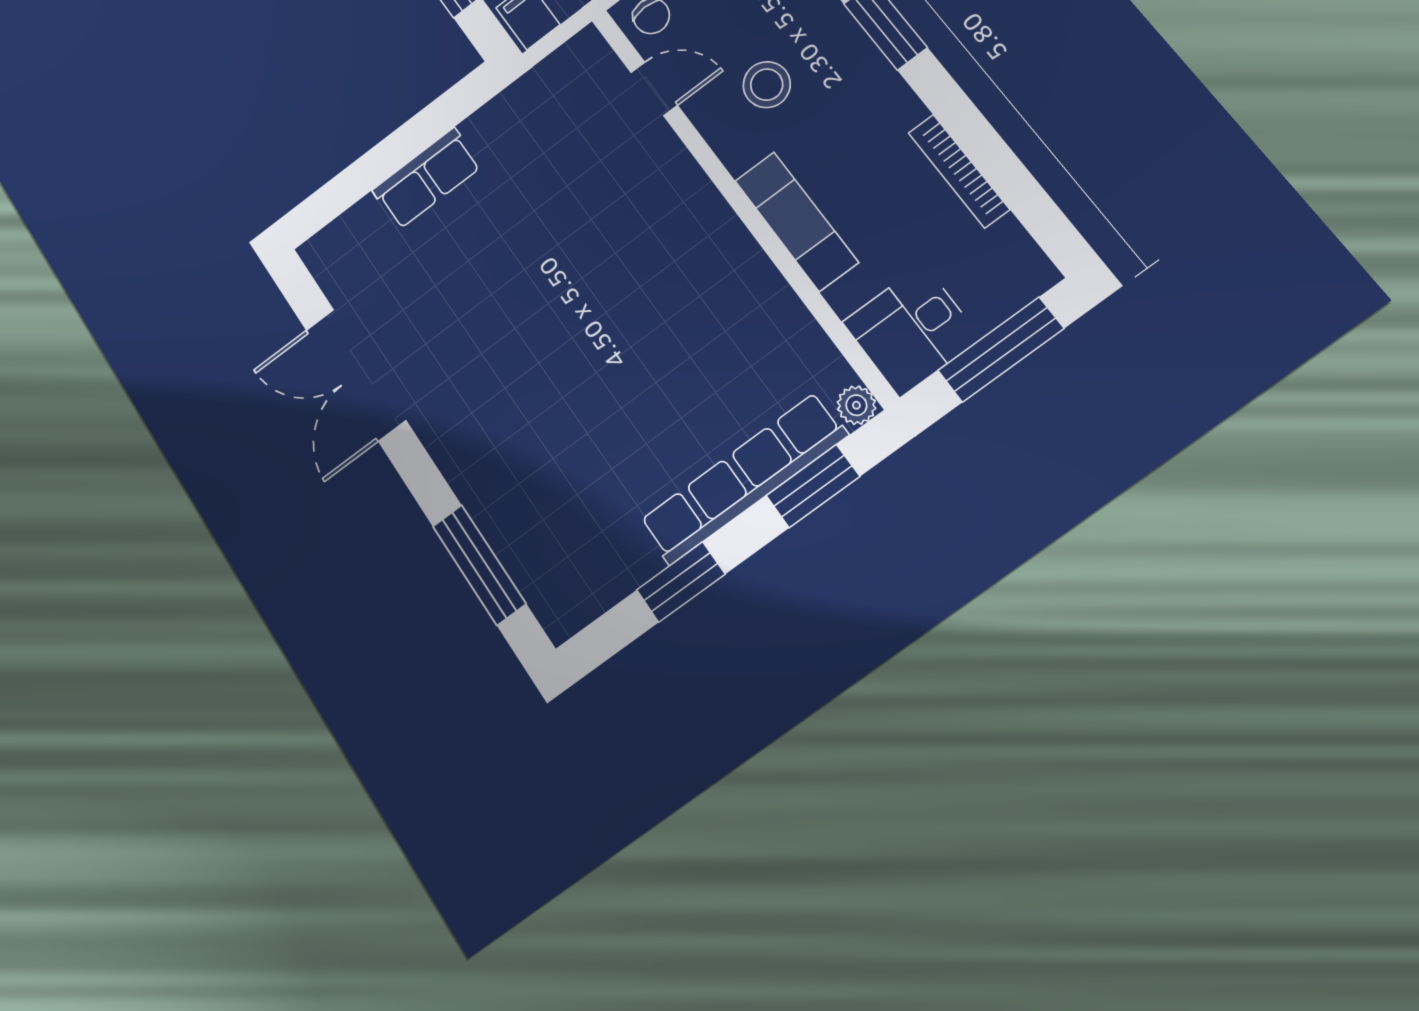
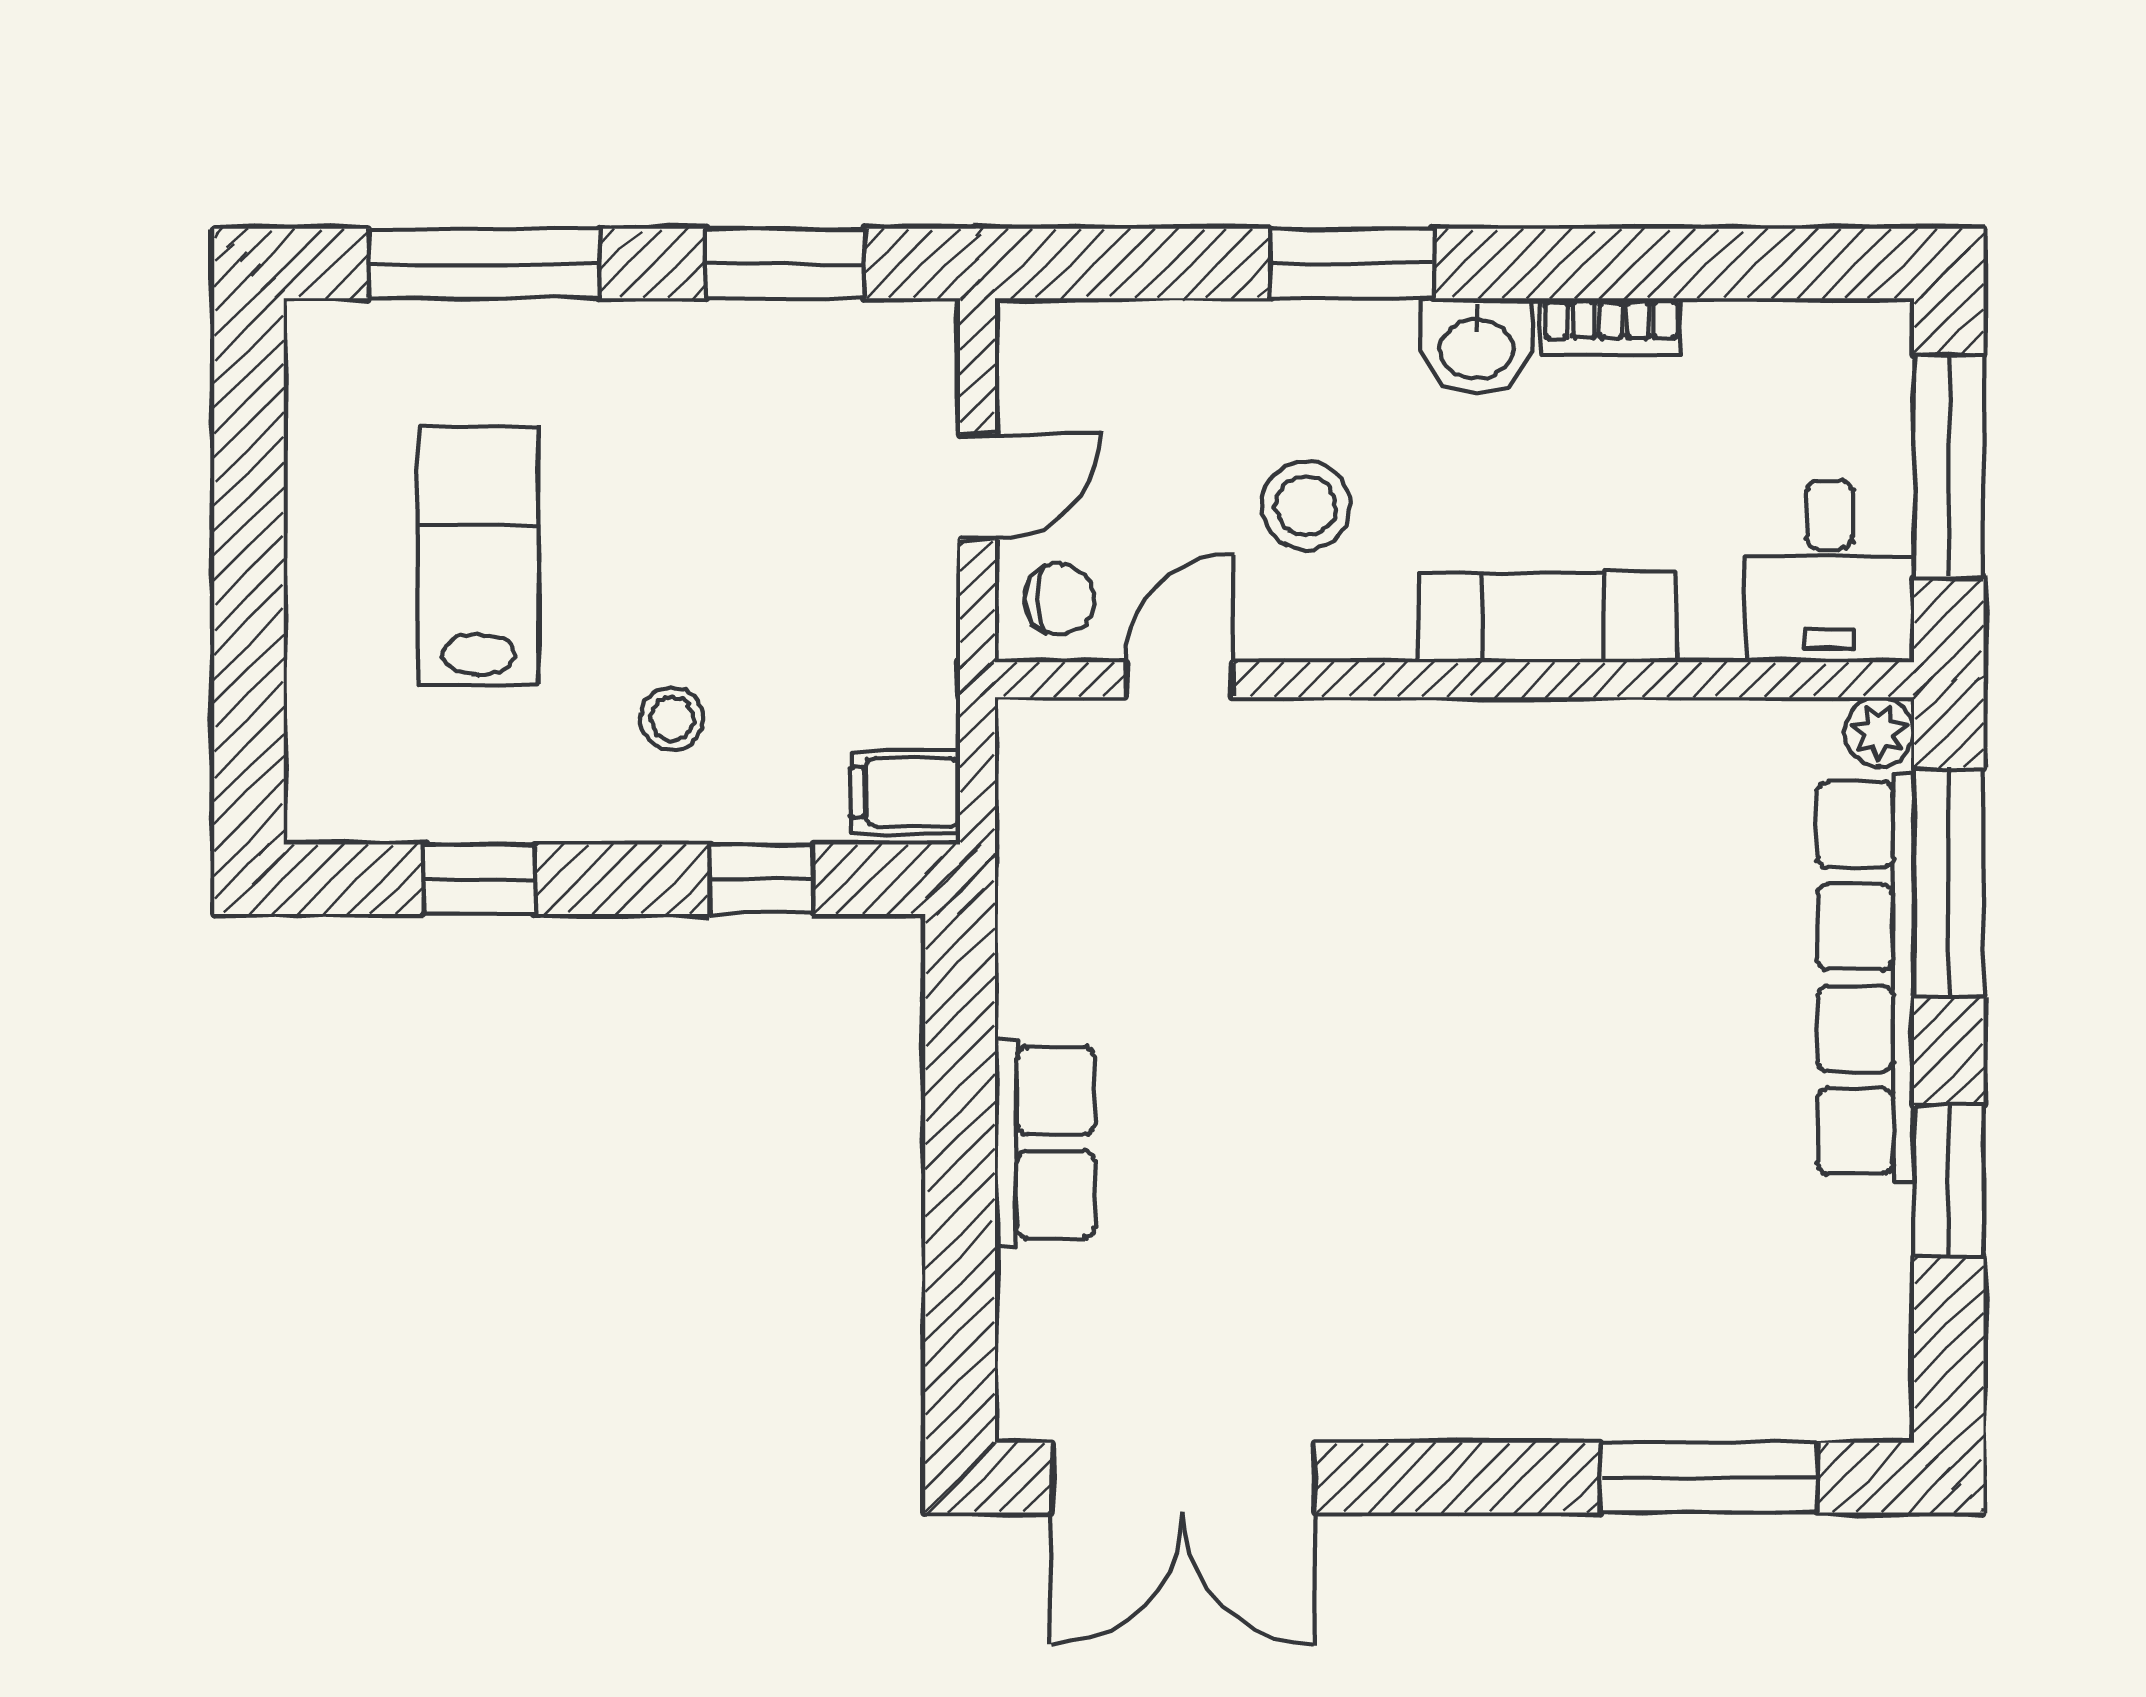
washbasin: (891, 104) -> (1476, 346), added
bookcase: (959, 171) -> (1611, 326), width x0.64
double door: (356, 375) -> (1183, 1478), moved
window: (813, 486) -> (1949, 882), width x1.44

